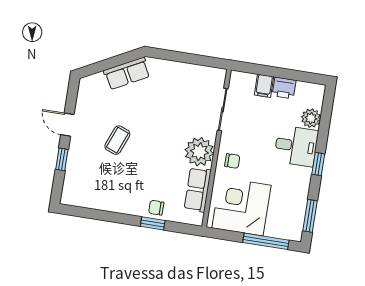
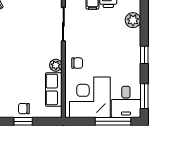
desk: (296, 146) -> (126, 102), moved, turned 90
plant: (199, 152) -> (56, 65), width x0.53, depth x0.53

